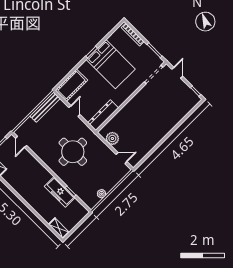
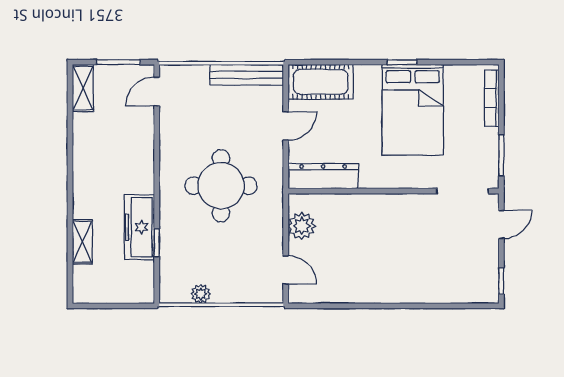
shelving: (59, 228) -> (82, 242), moved

